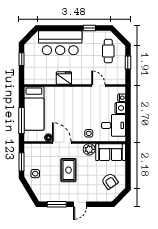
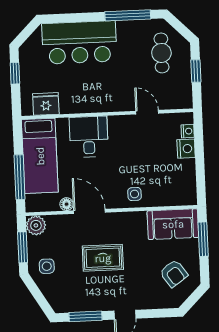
window: (89, 28) -> (128, 15), width x2.17
fridge: (64, 78) -> (46, 104), moved
desk: (113, 125) -> (89, 137), moved, turned -90
plant: (89, 149) -> (36, 225), moved
window: (128, 162) -> (203, 239), added
rug: (68, 170) -> (103, 258), turned 90

